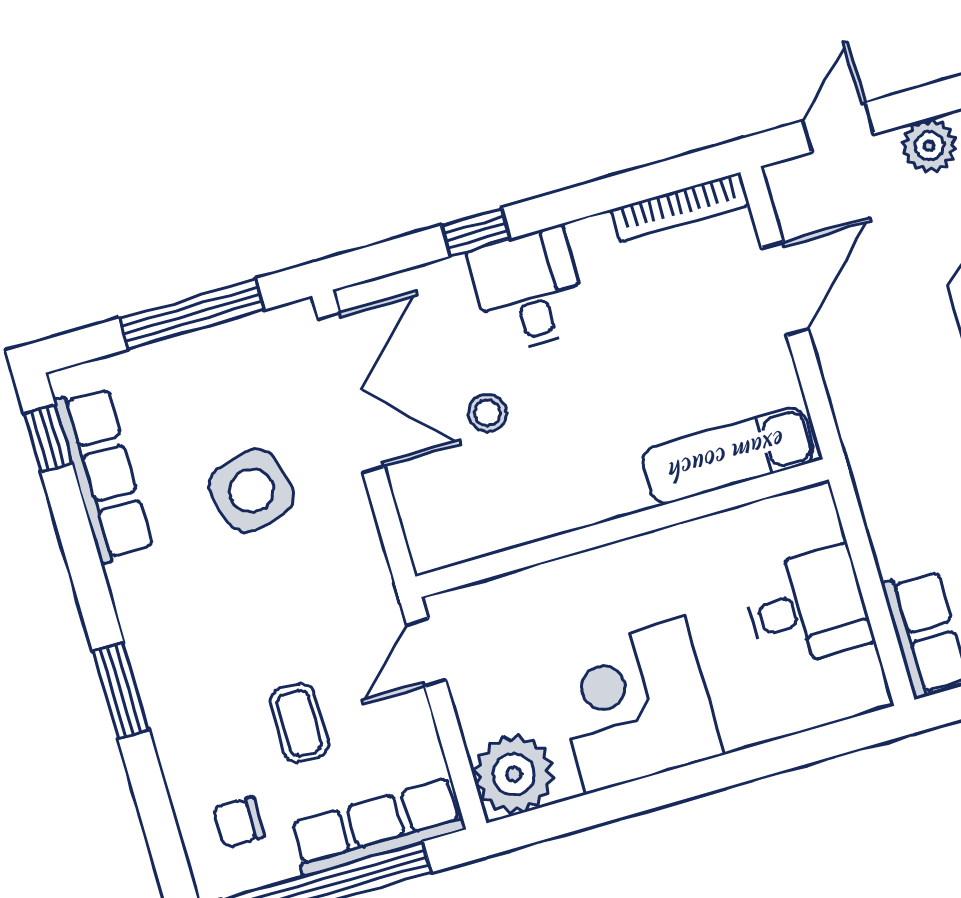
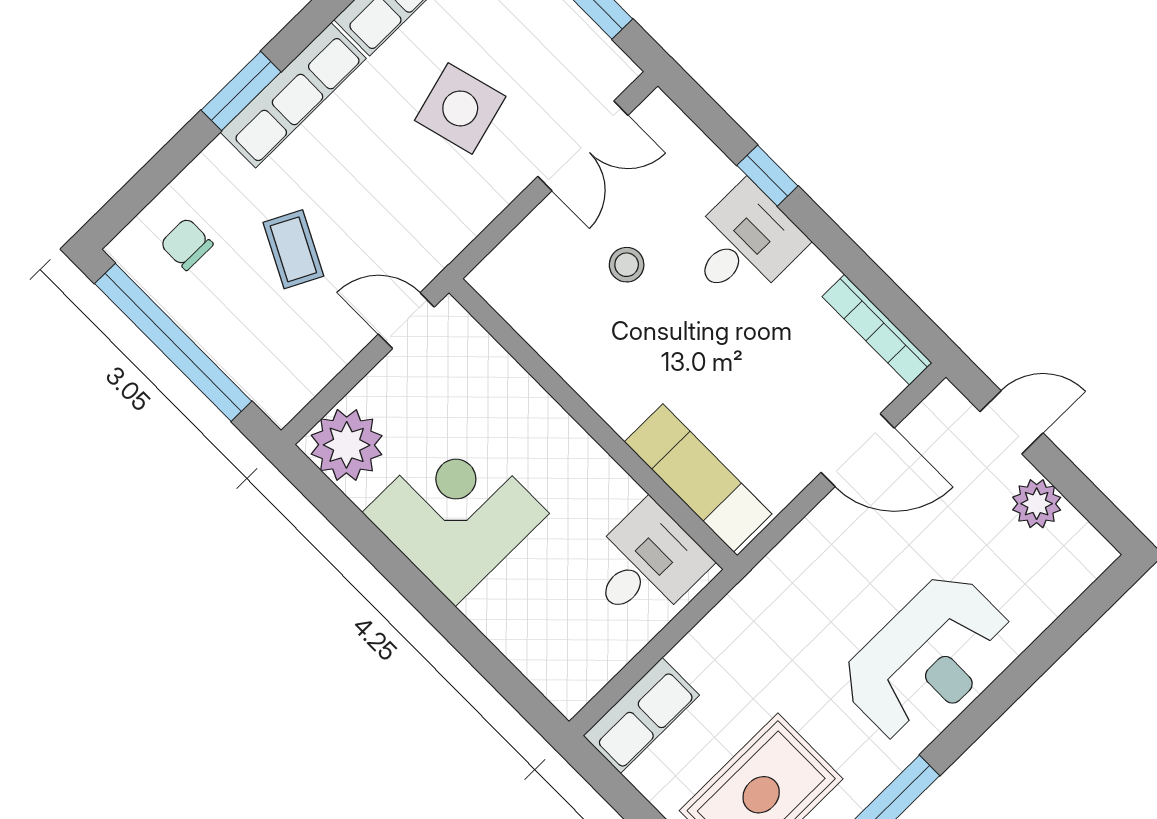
double door: (351, 393) -> (583, 146), width x0.73
desk: (807, 607) -> (646, 565), moved, turned -90
coffee table: (299, 723) -> (293, 249), turned -63
row of seats: (377, 827) -> (293, 95), moved, turned 90

